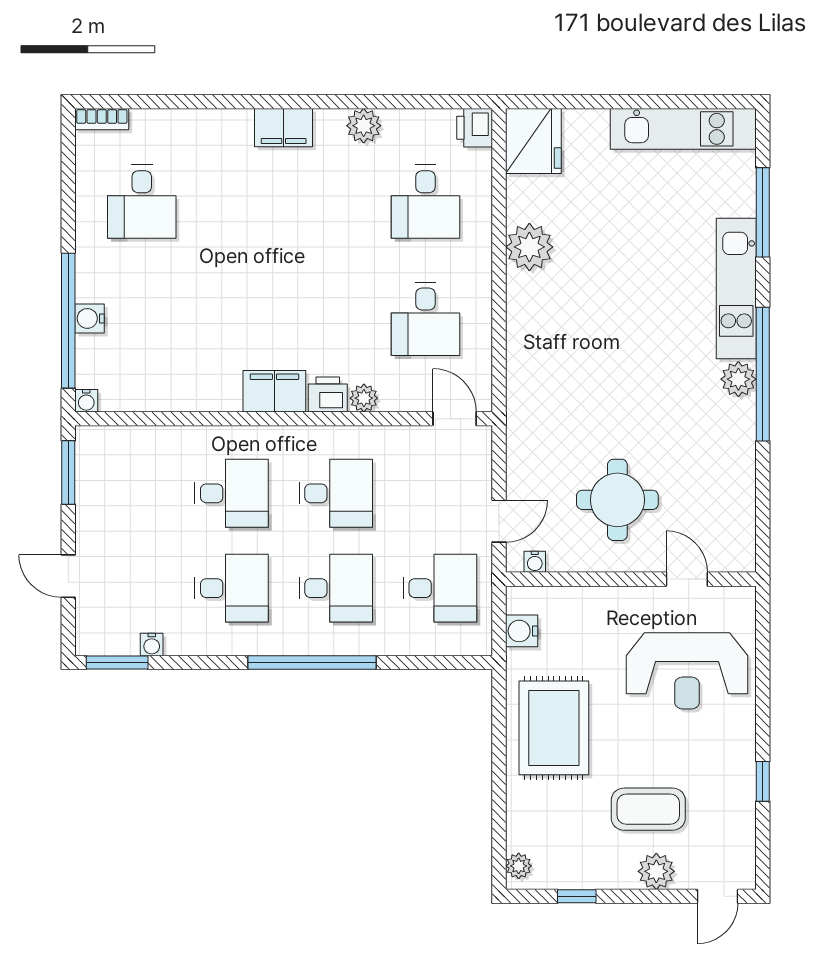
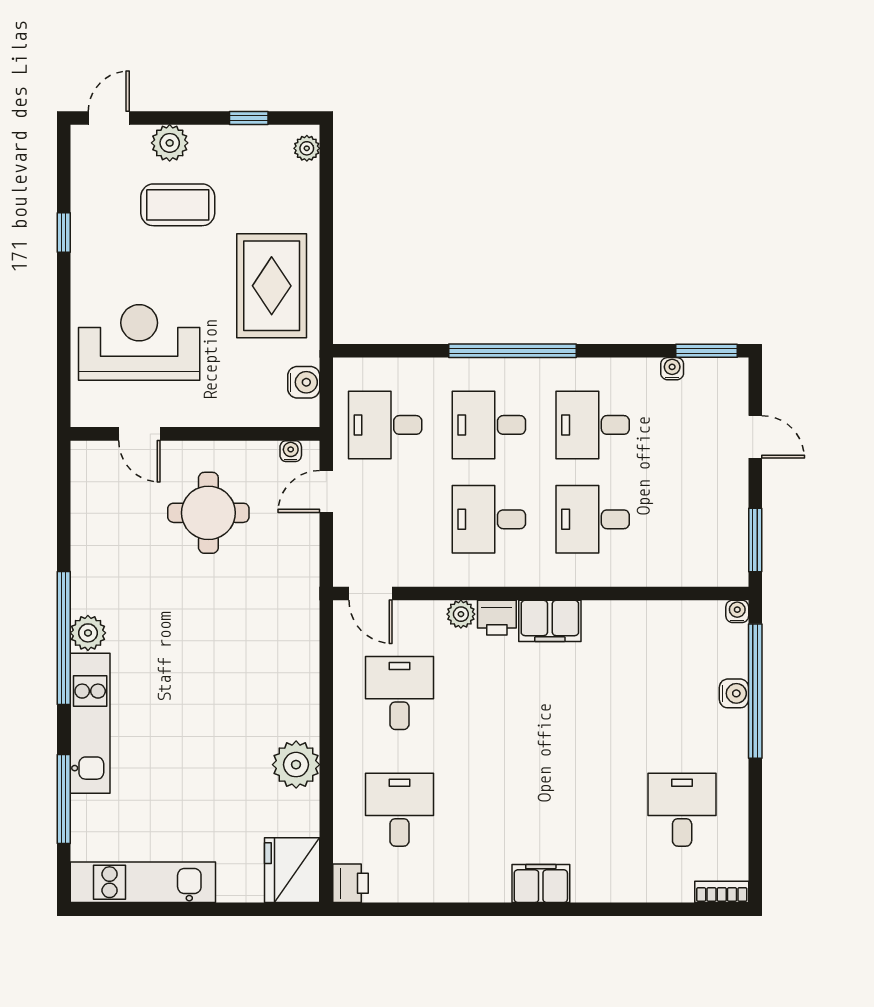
plant: (364, 126) -> (461, 885), removed

